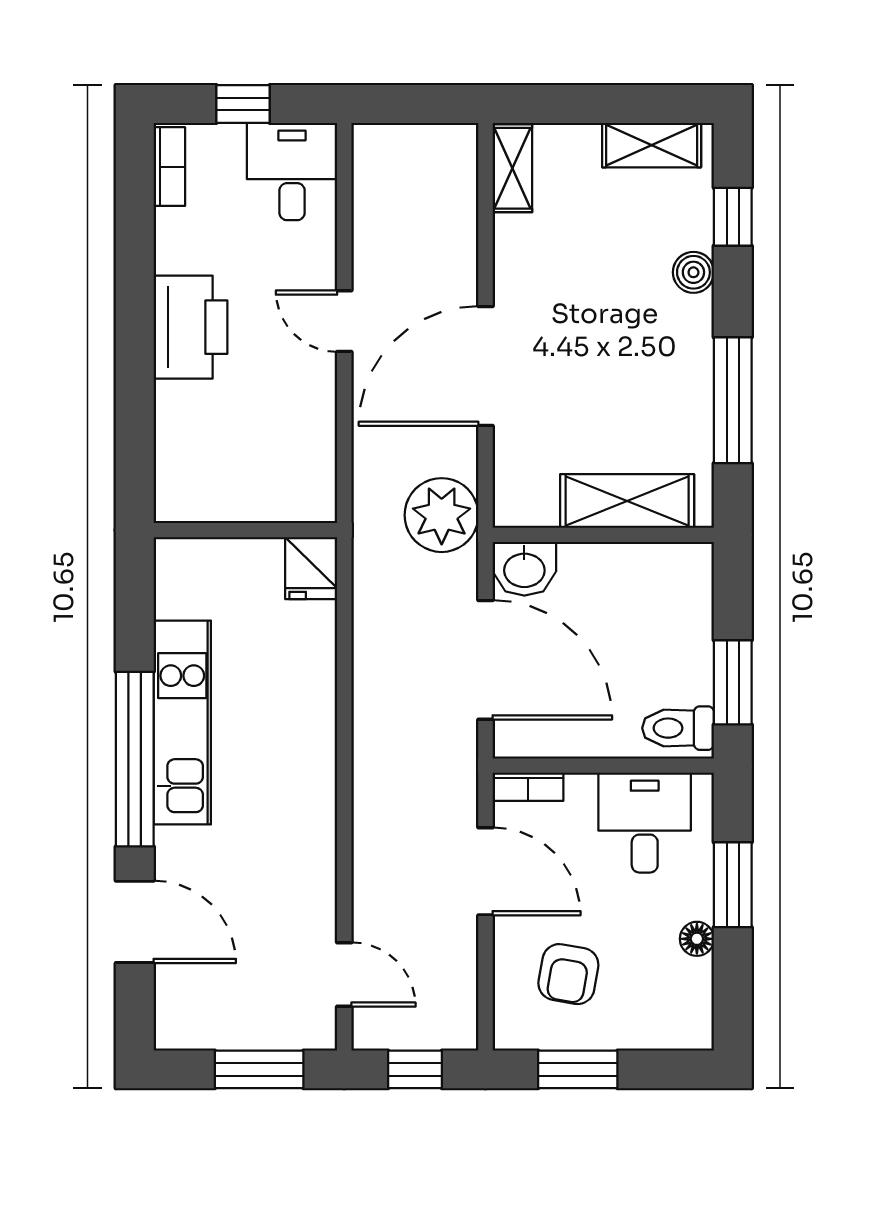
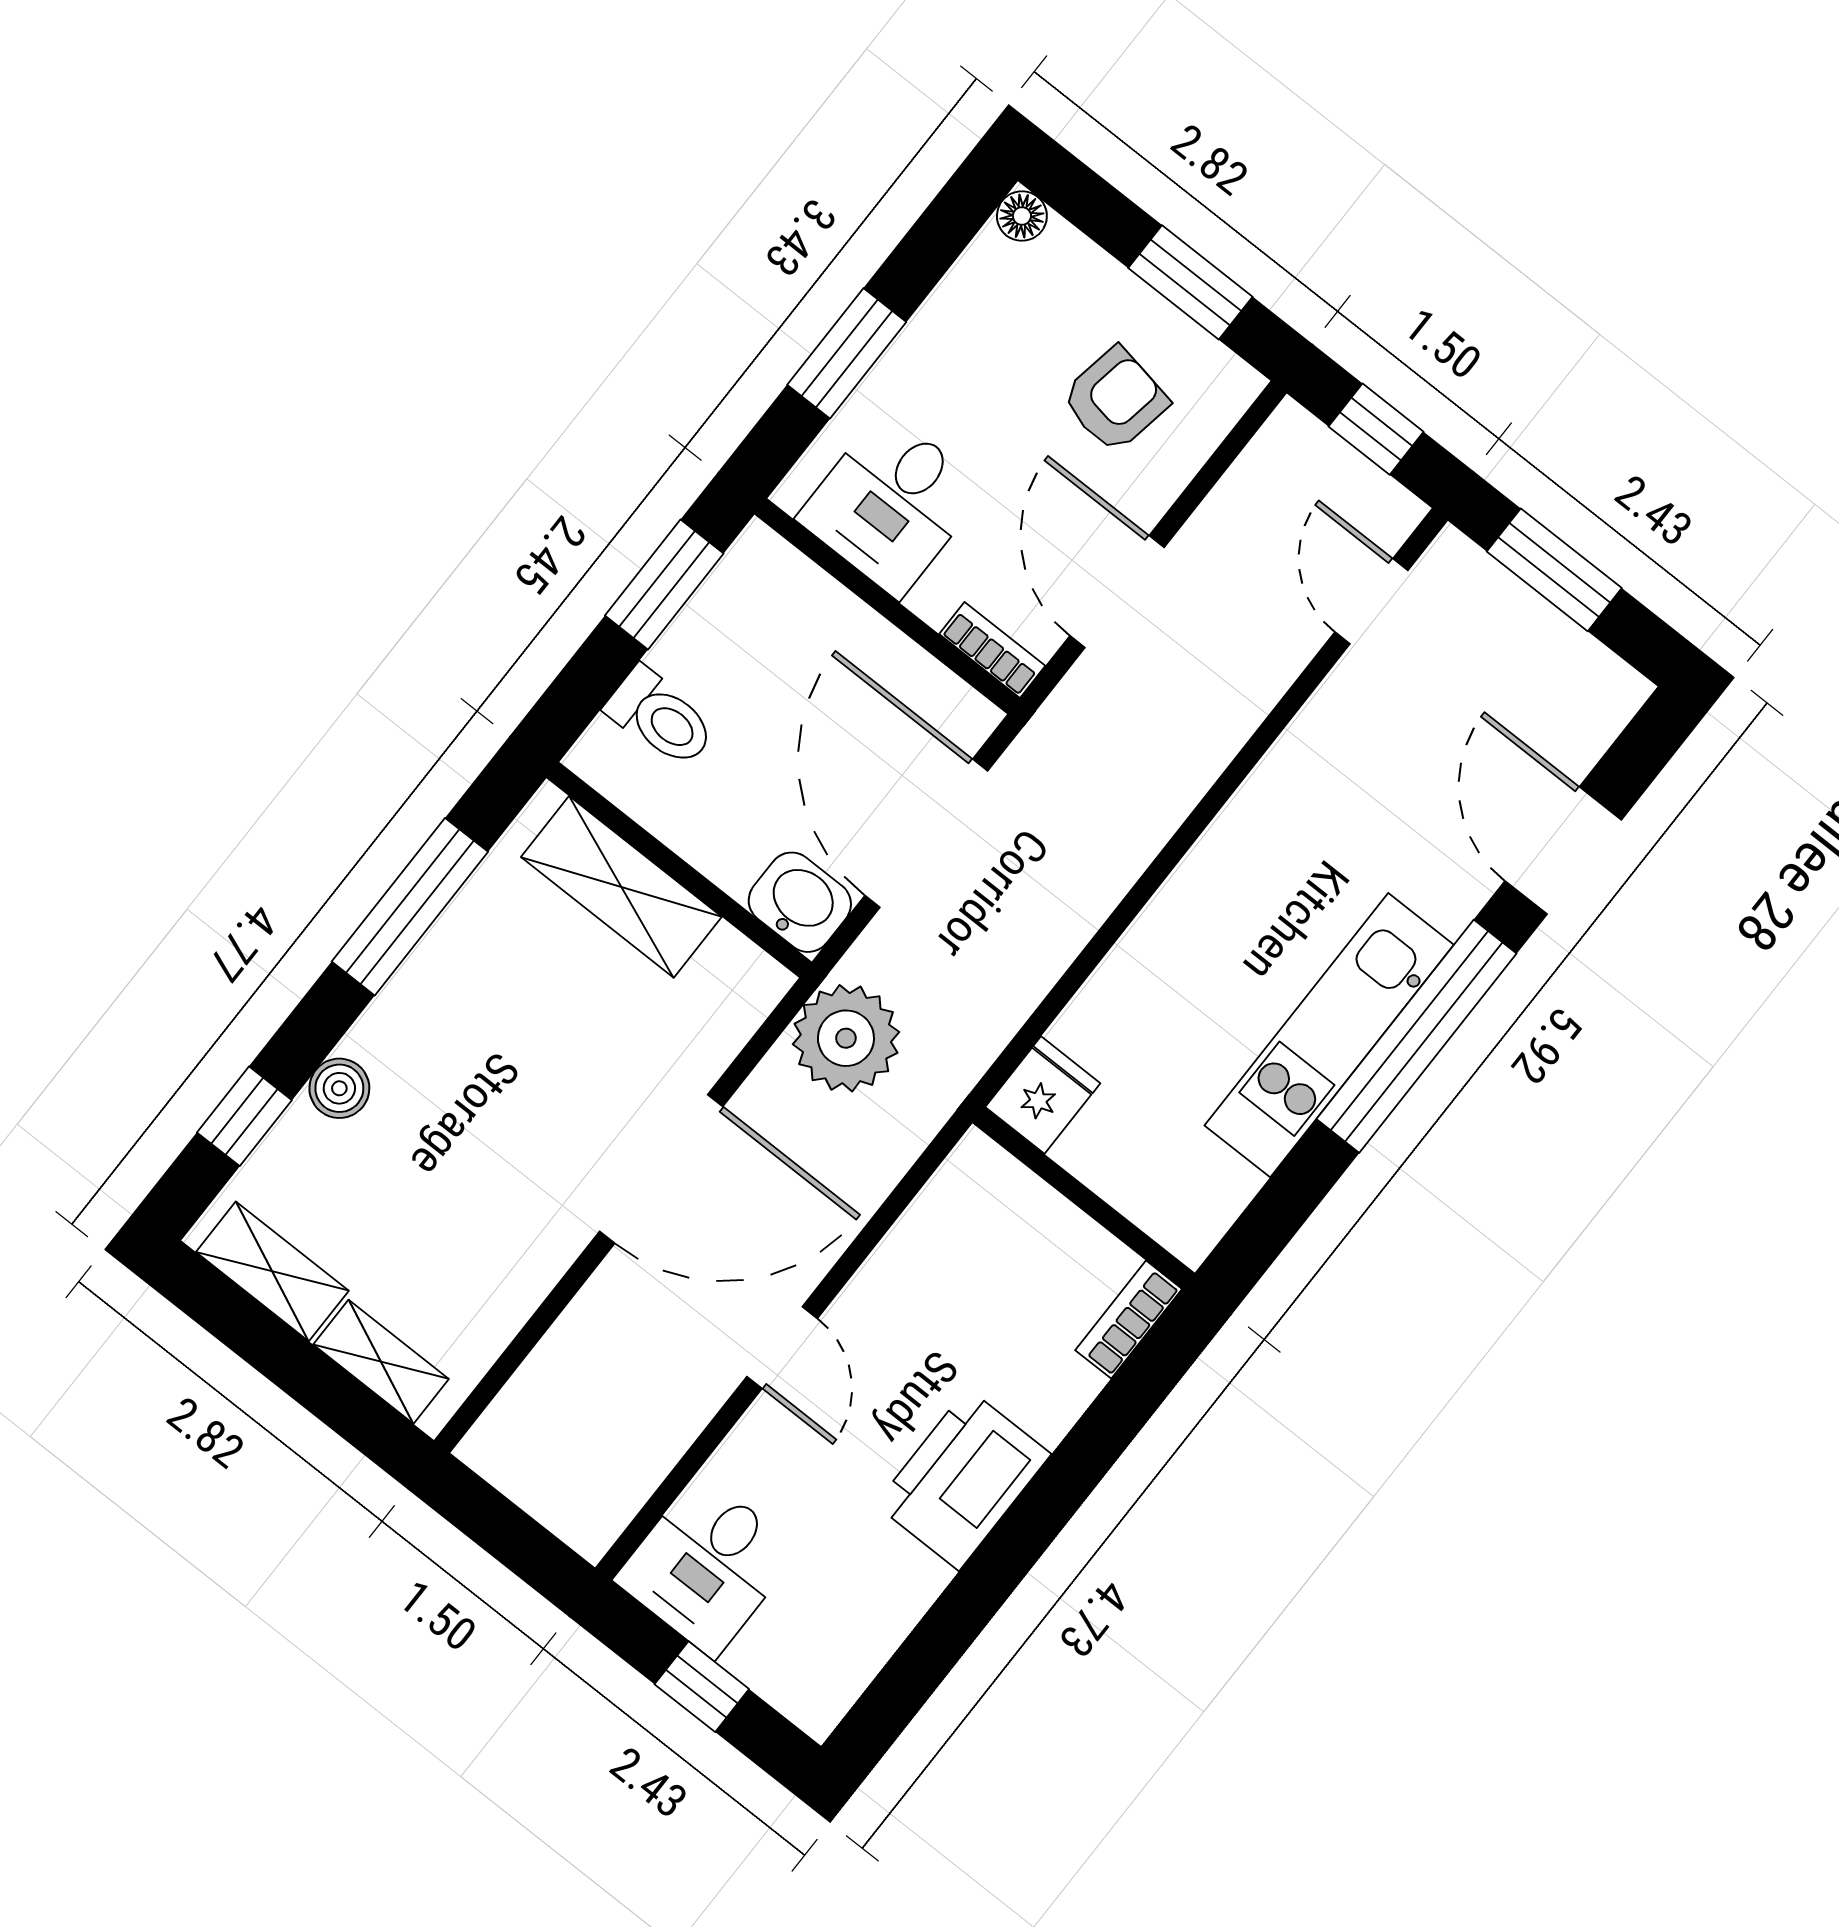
bookcase: (169, 167) -> (1129, 1320), moved
shelving: (512, 168) -> (381, 1362), moved, turned 90
toilet: (678, 728) -> (661, 718), moved
floor lamp: (697, 939) -> (1022, 216), moved

